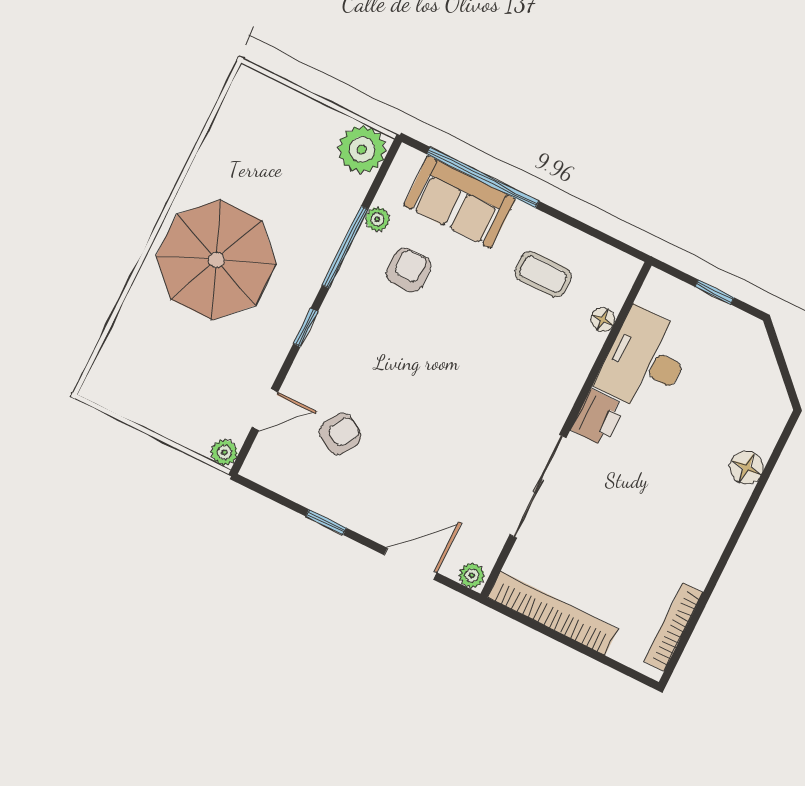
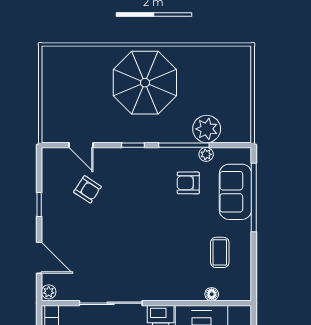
plant: (362, 149) -> (207, 129), moved
armchair: (409, 270) -> (188, 183), turned 180
plant: (224, 452) -> (49, 135), removed

